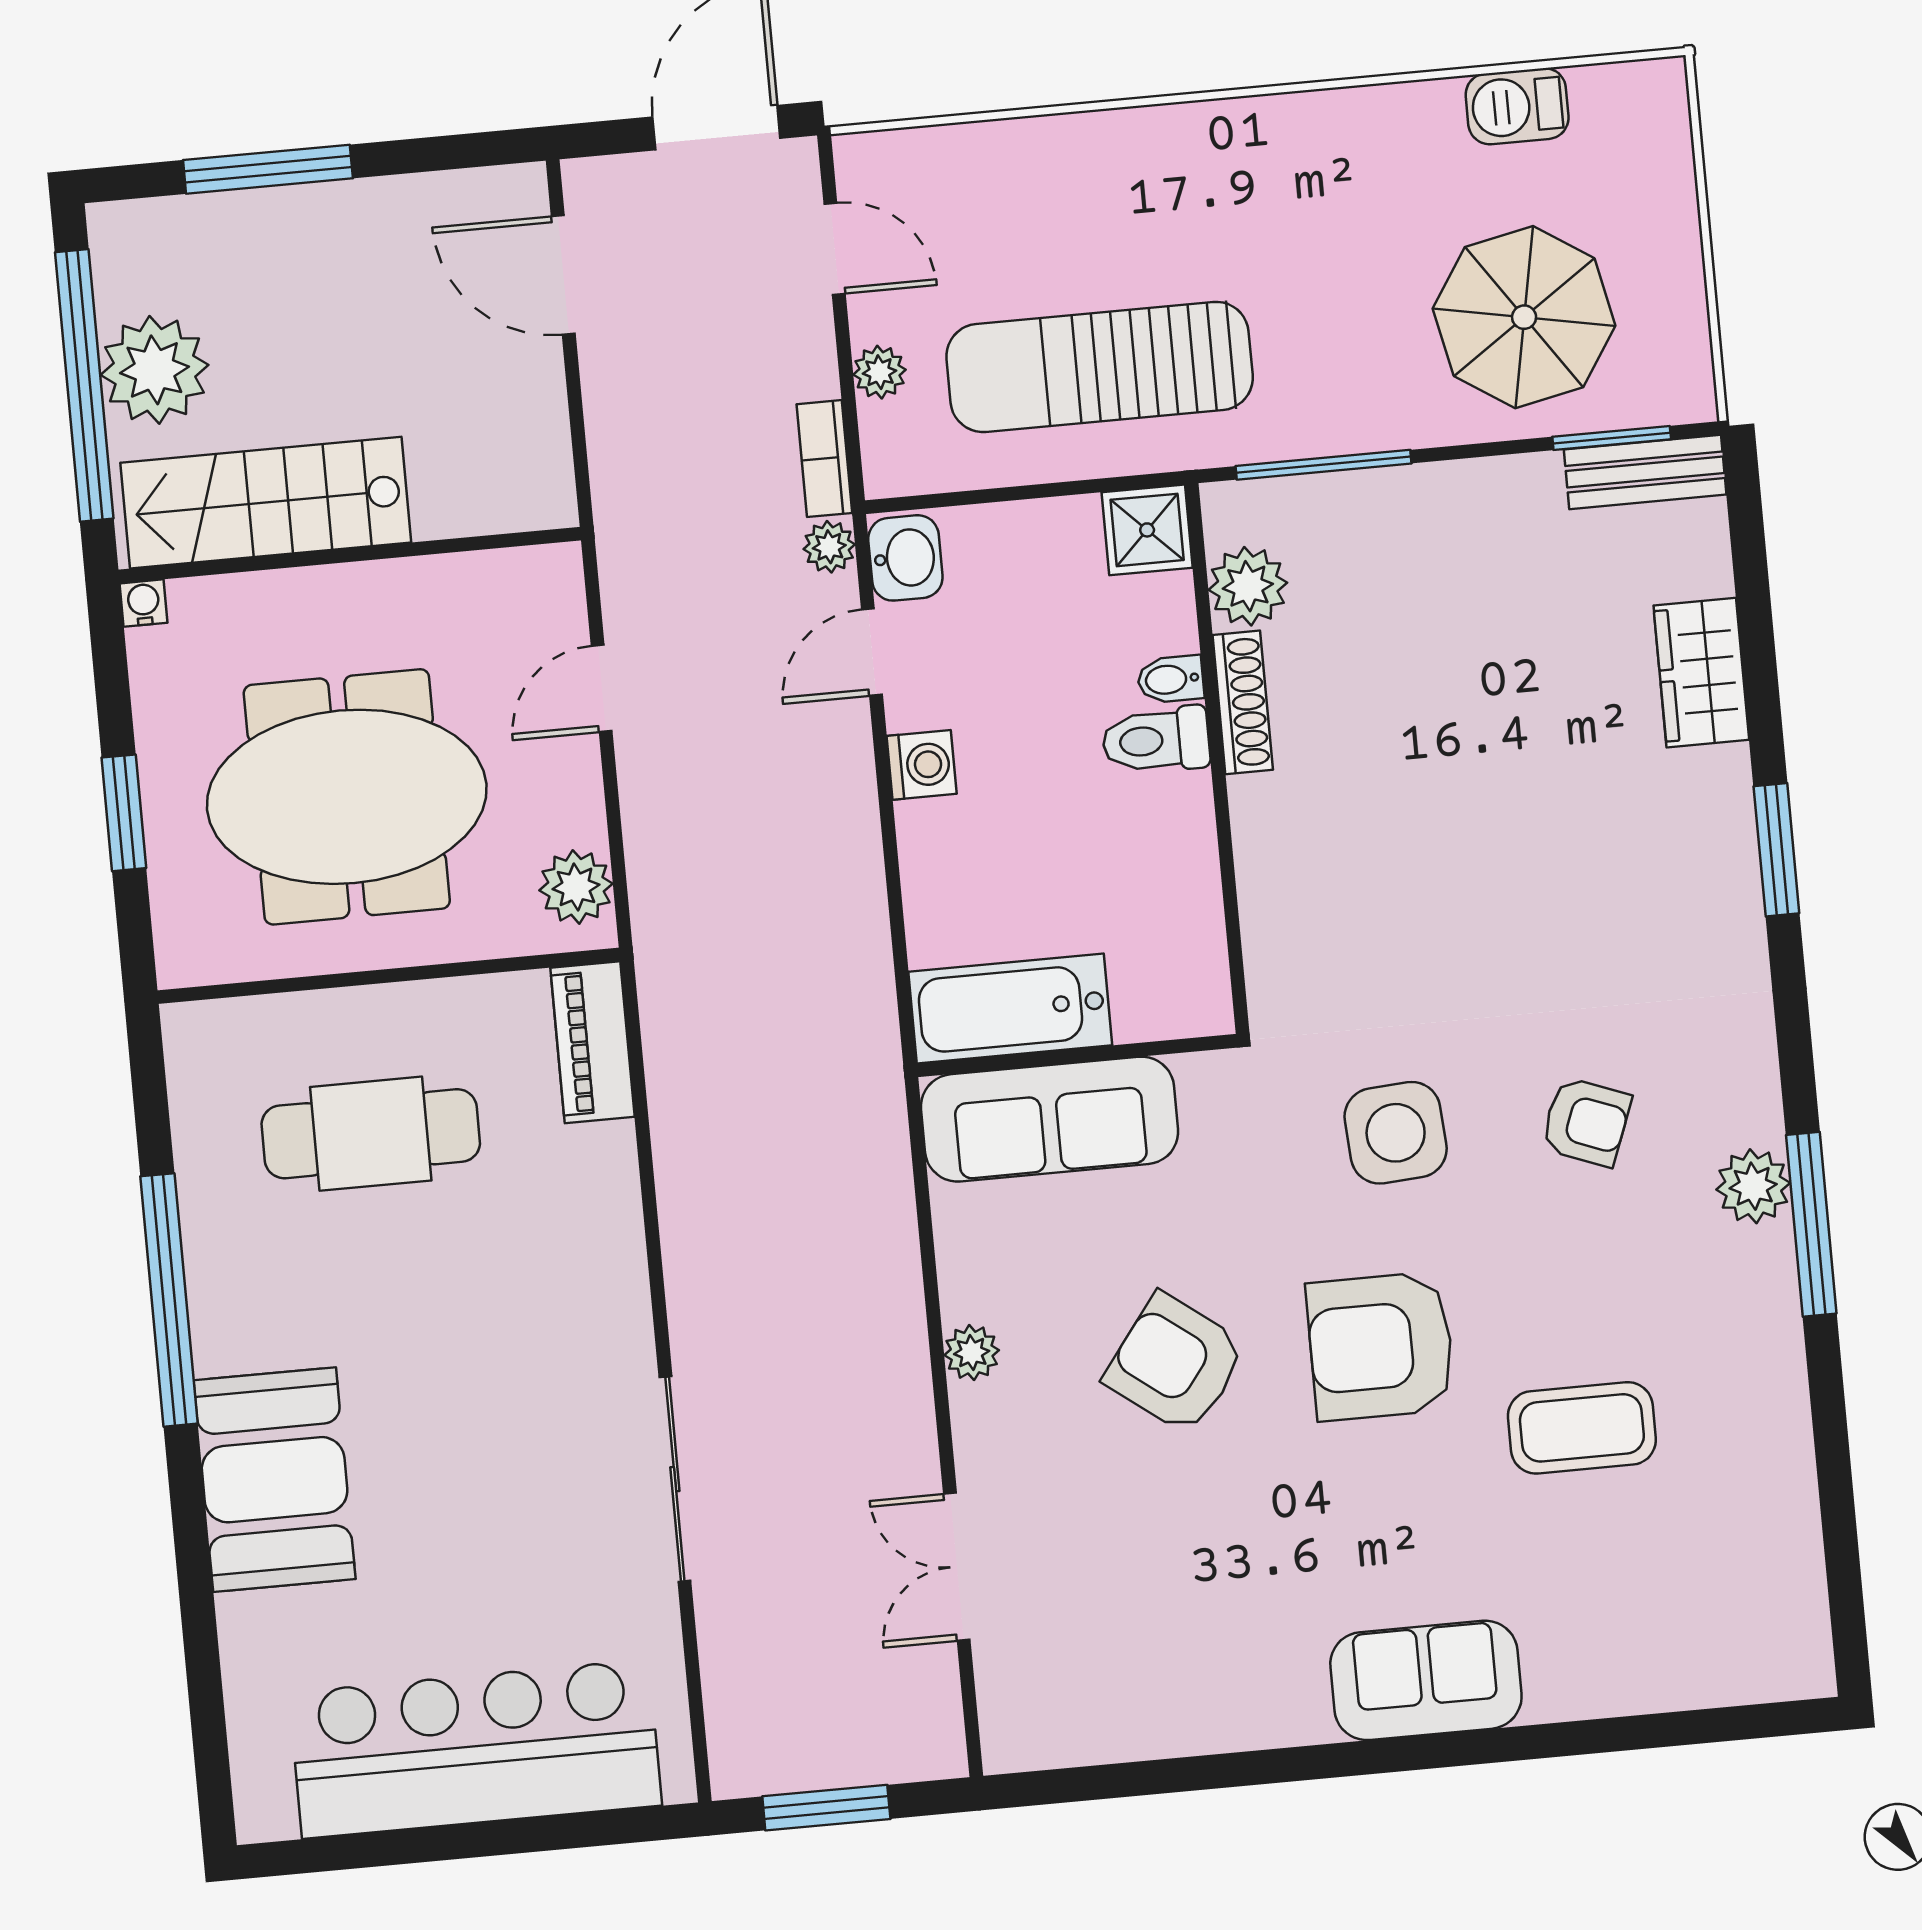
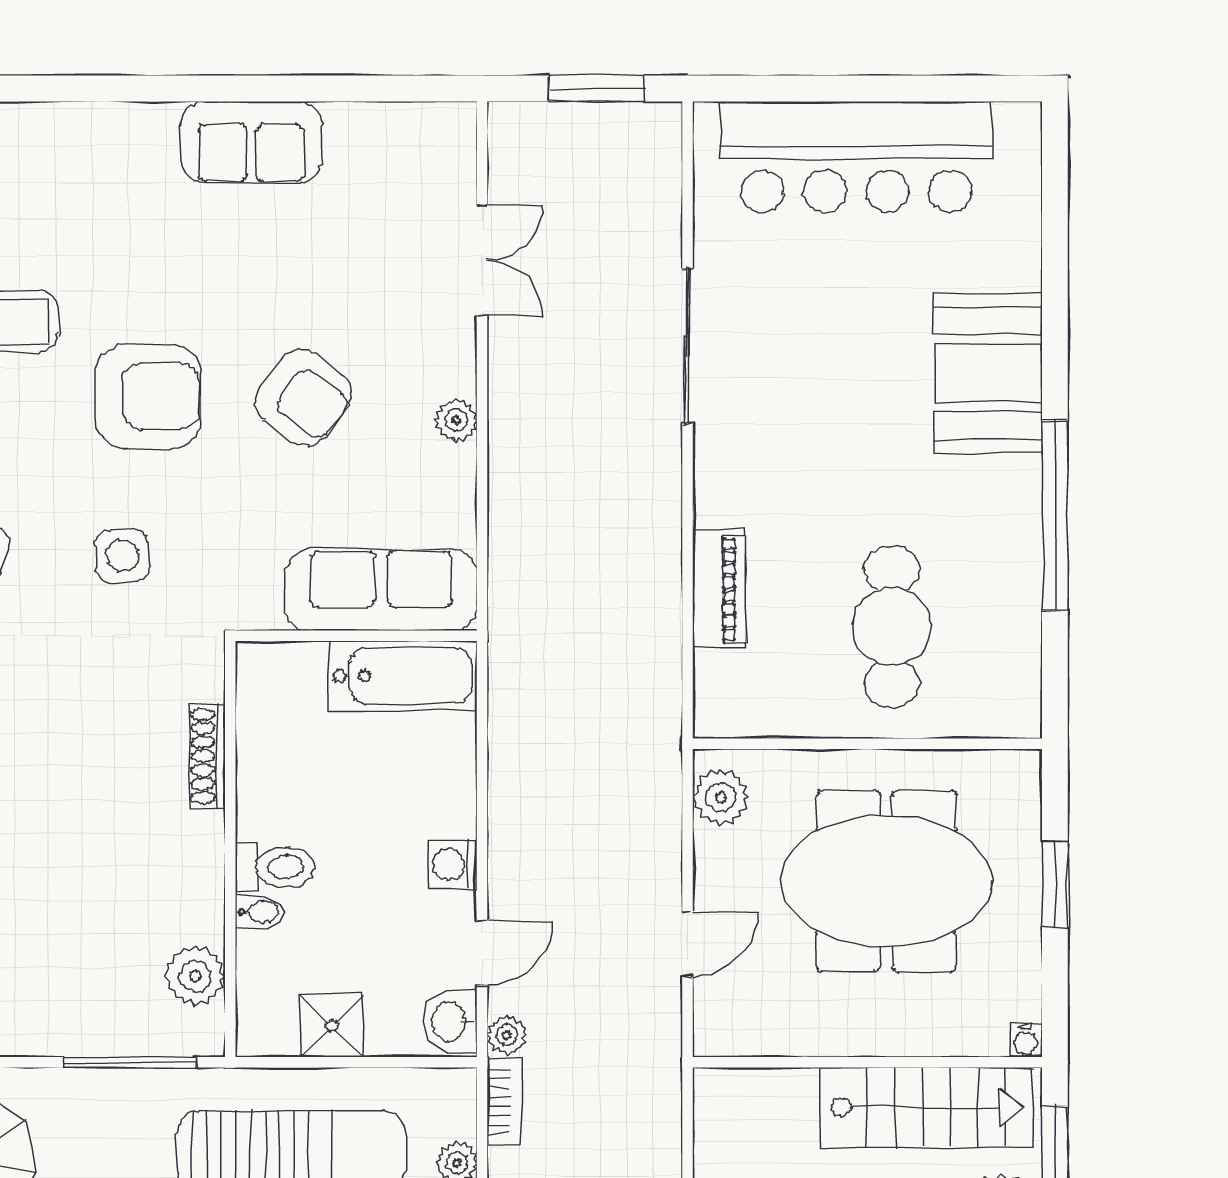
shower: (1147, 530) -> (332, 1026), moved
shoe rack: (1243, 702) -> (207, 756), moved
piano: (592, 1042) -> (719, 589), moved
side table: (1396, 1133) -> (122, 556), width x0.73, depth x0.73
cafe table: (371, 1134) -> (892, 626), turned 90
sofa: (1426, 1680) -> (251, 142), moved

